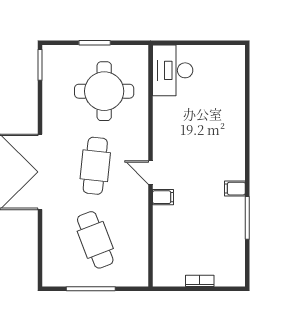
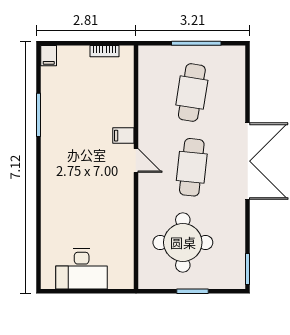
desk: (173, 70) -> (82, 269), moved, turned 90
filing cabinet: (235, 189) -> (49, 56), moved, turned 90
cafe table: (95, 240) -> (192, 93), turned 30
bookcase: (200, 281) -> (105, 51), moved

